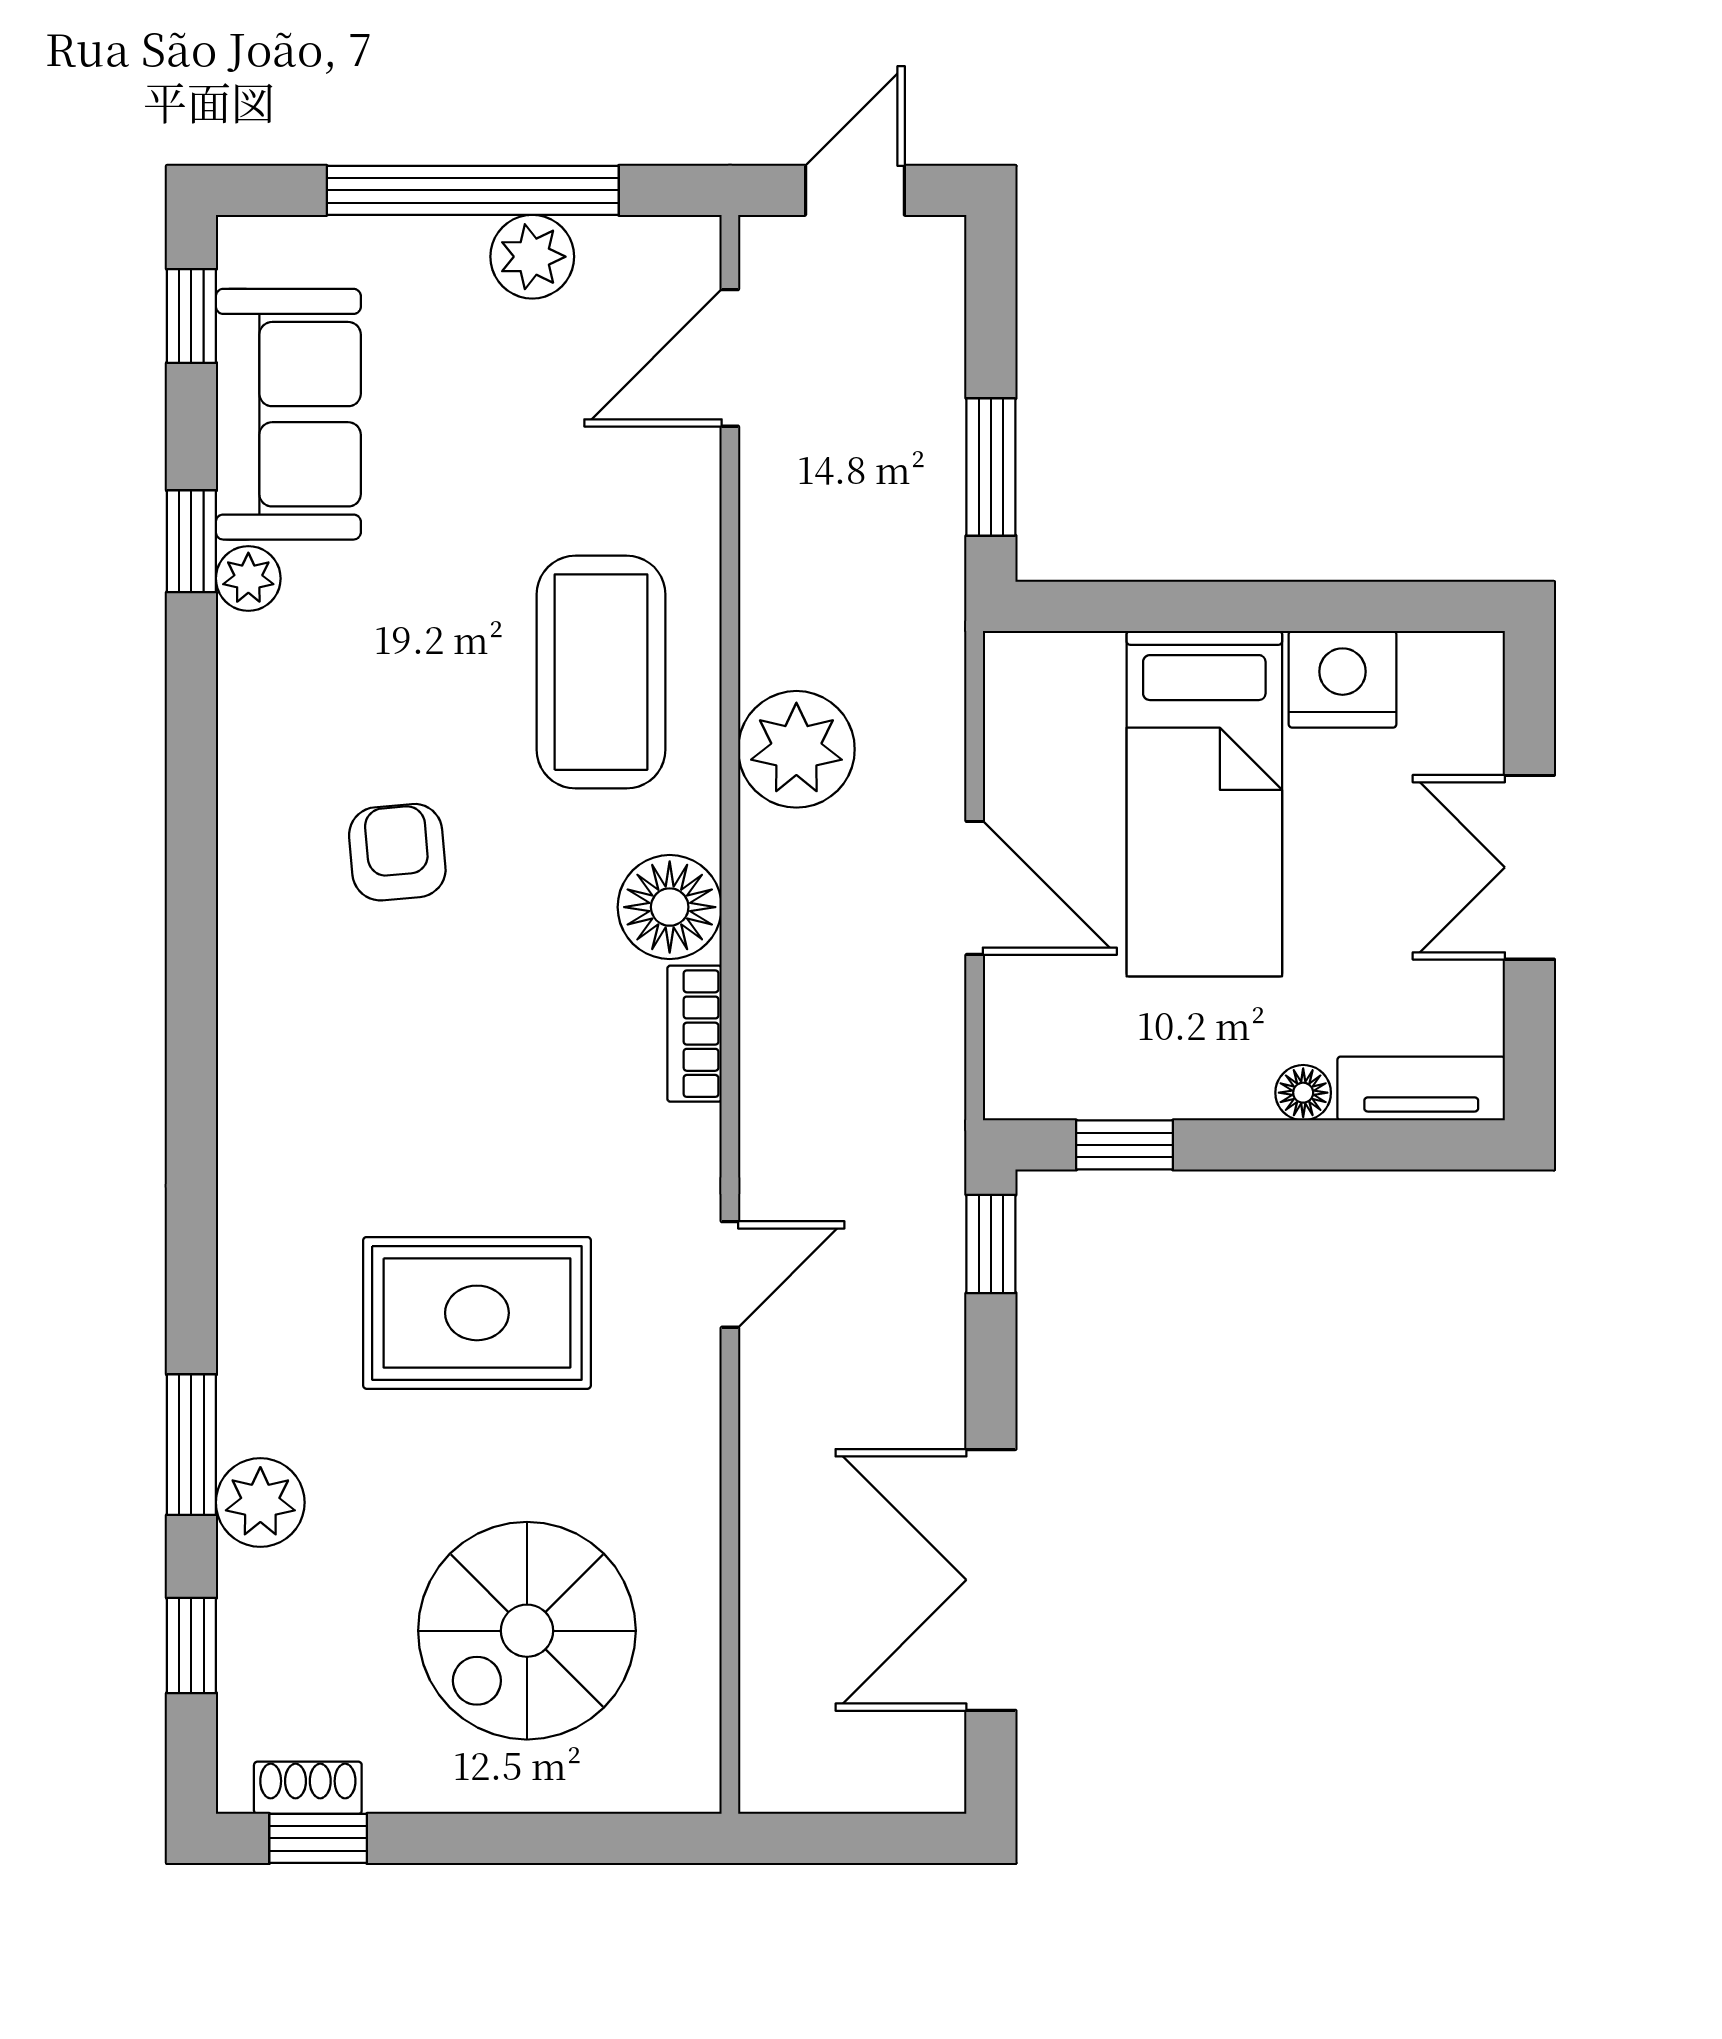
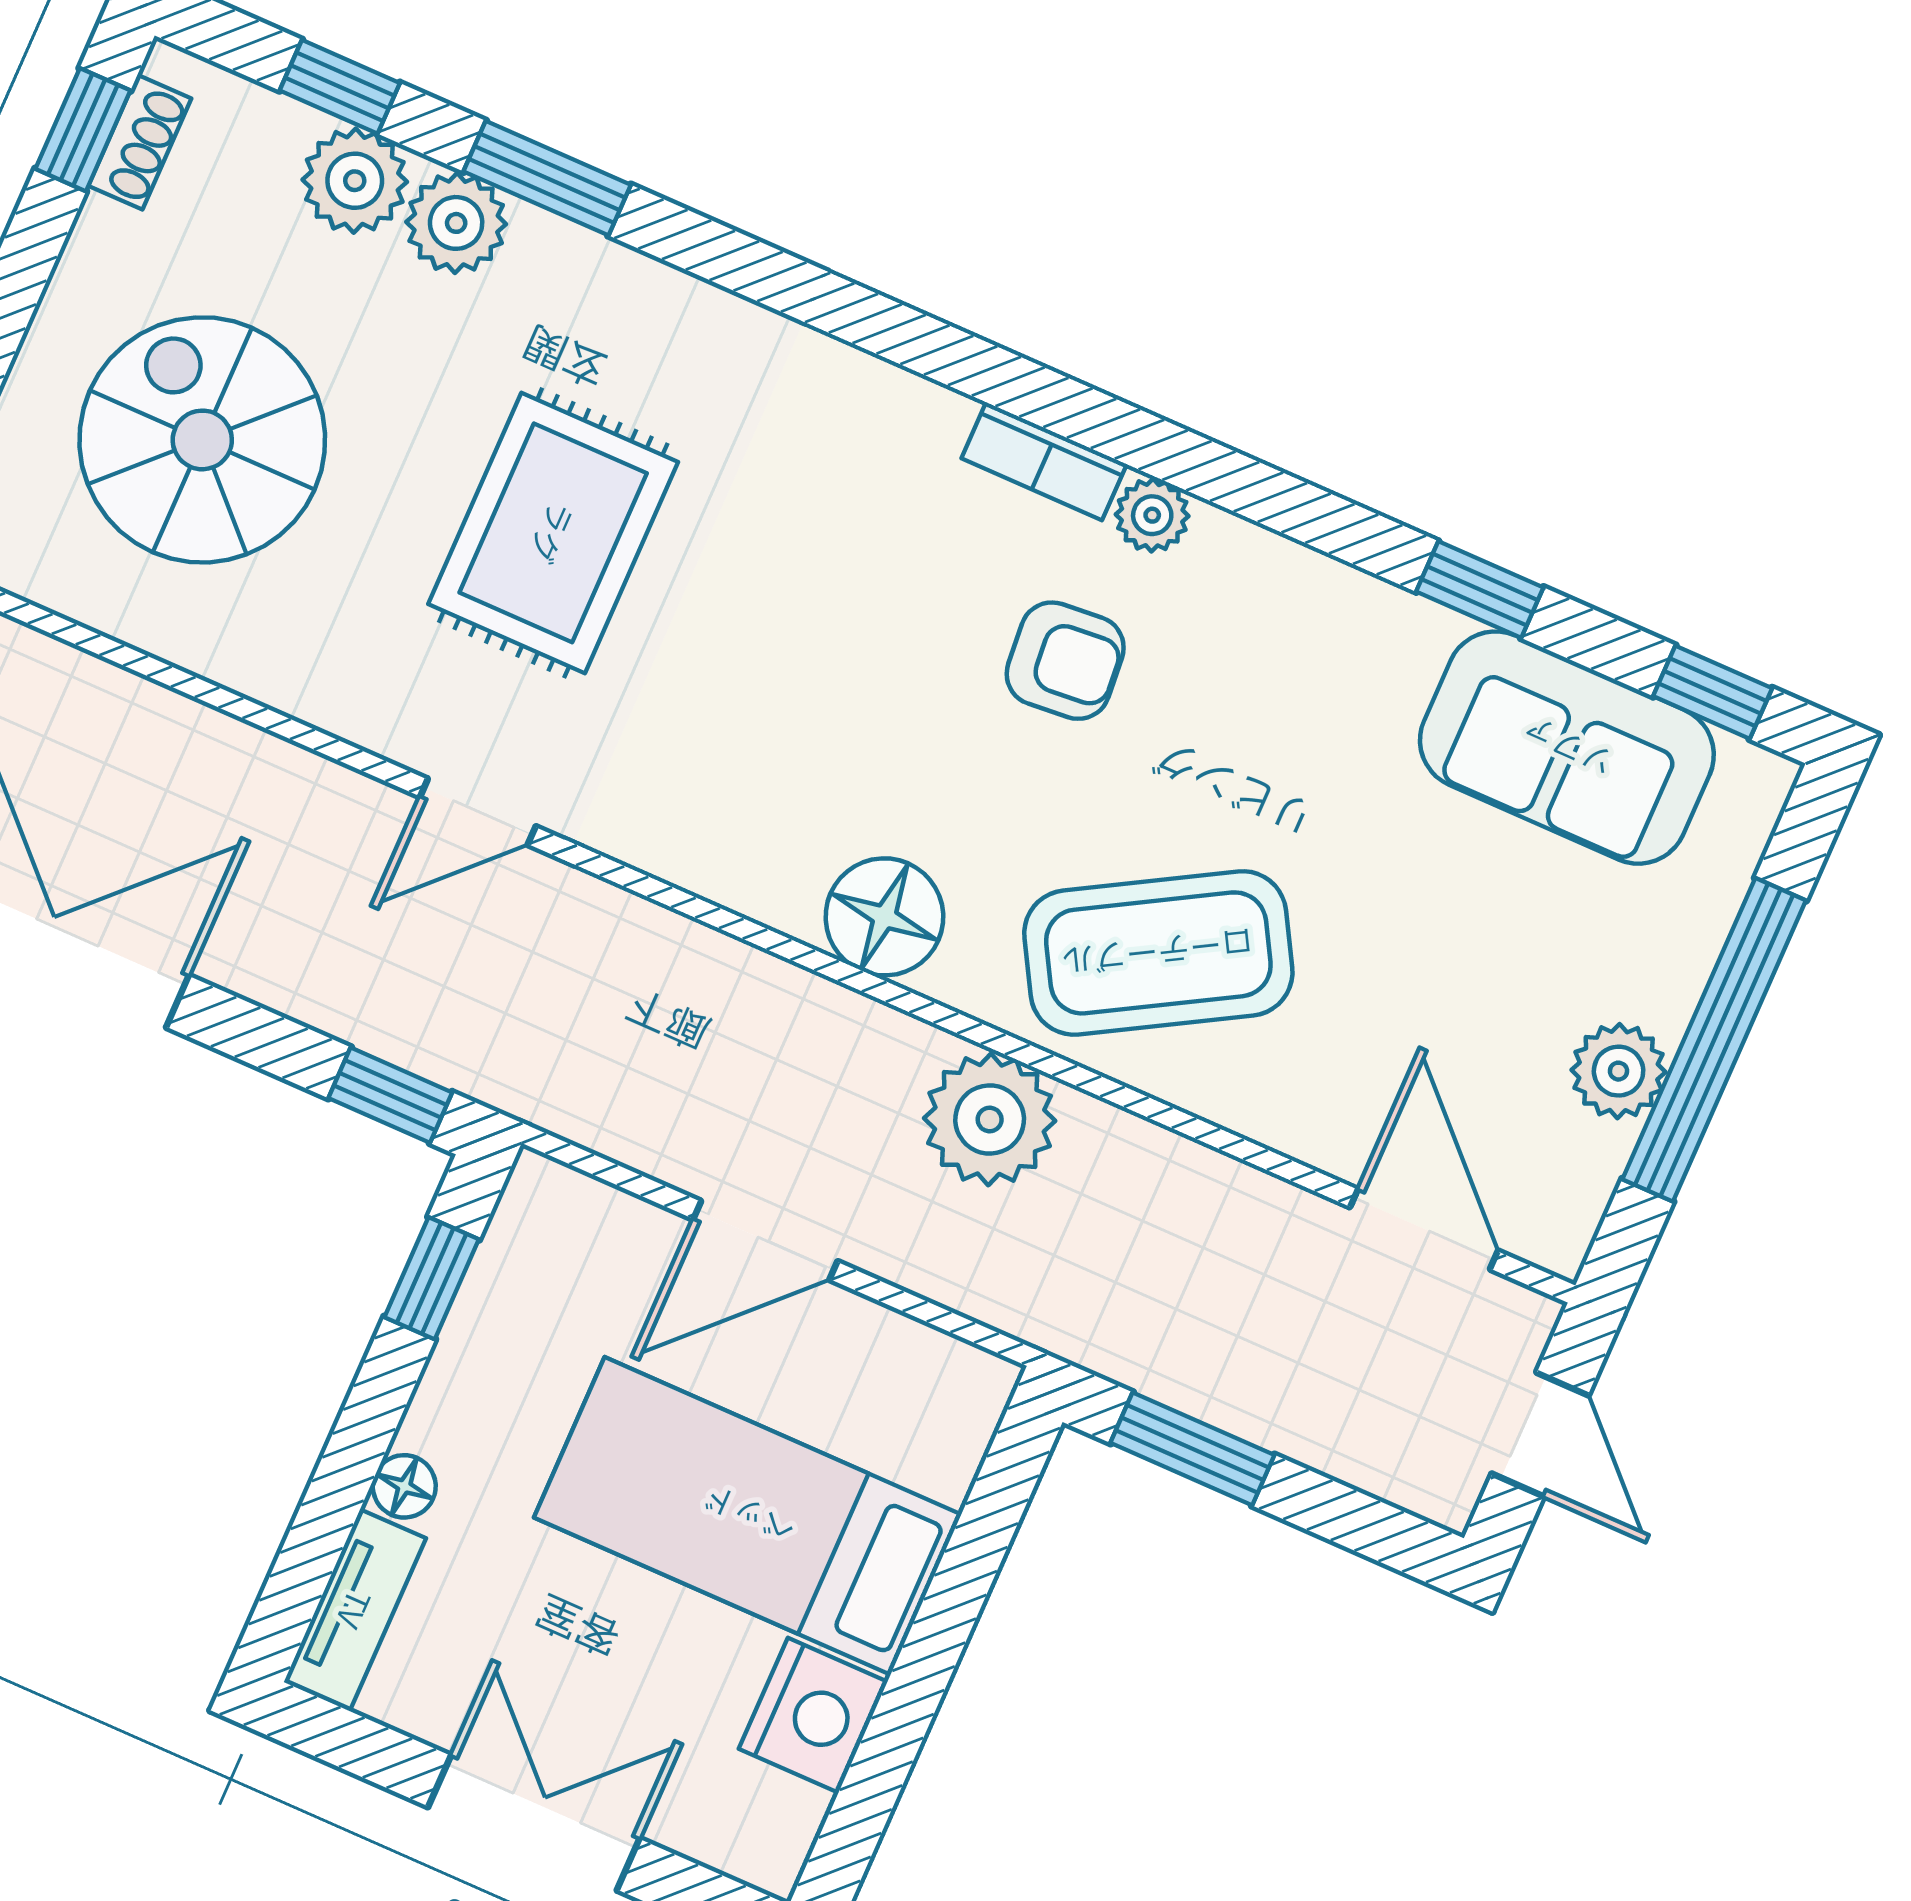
plant: (248, 578) -> (1152, 515), moved
coffee table: (601, 672) -> (1158, 953), turned -30
bookcase: (695, 1034) -> (1044, 461), moved, turned 180
door: (730, 1274) -> (478, 812), hinge flipped
plant: (262, 1600) -> (355, 181), added

